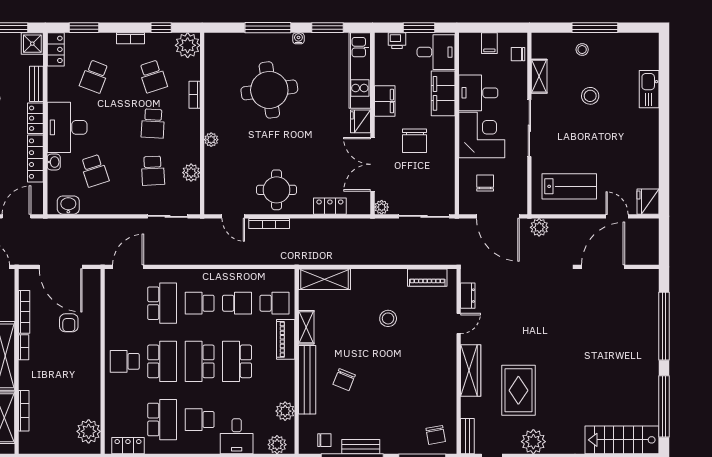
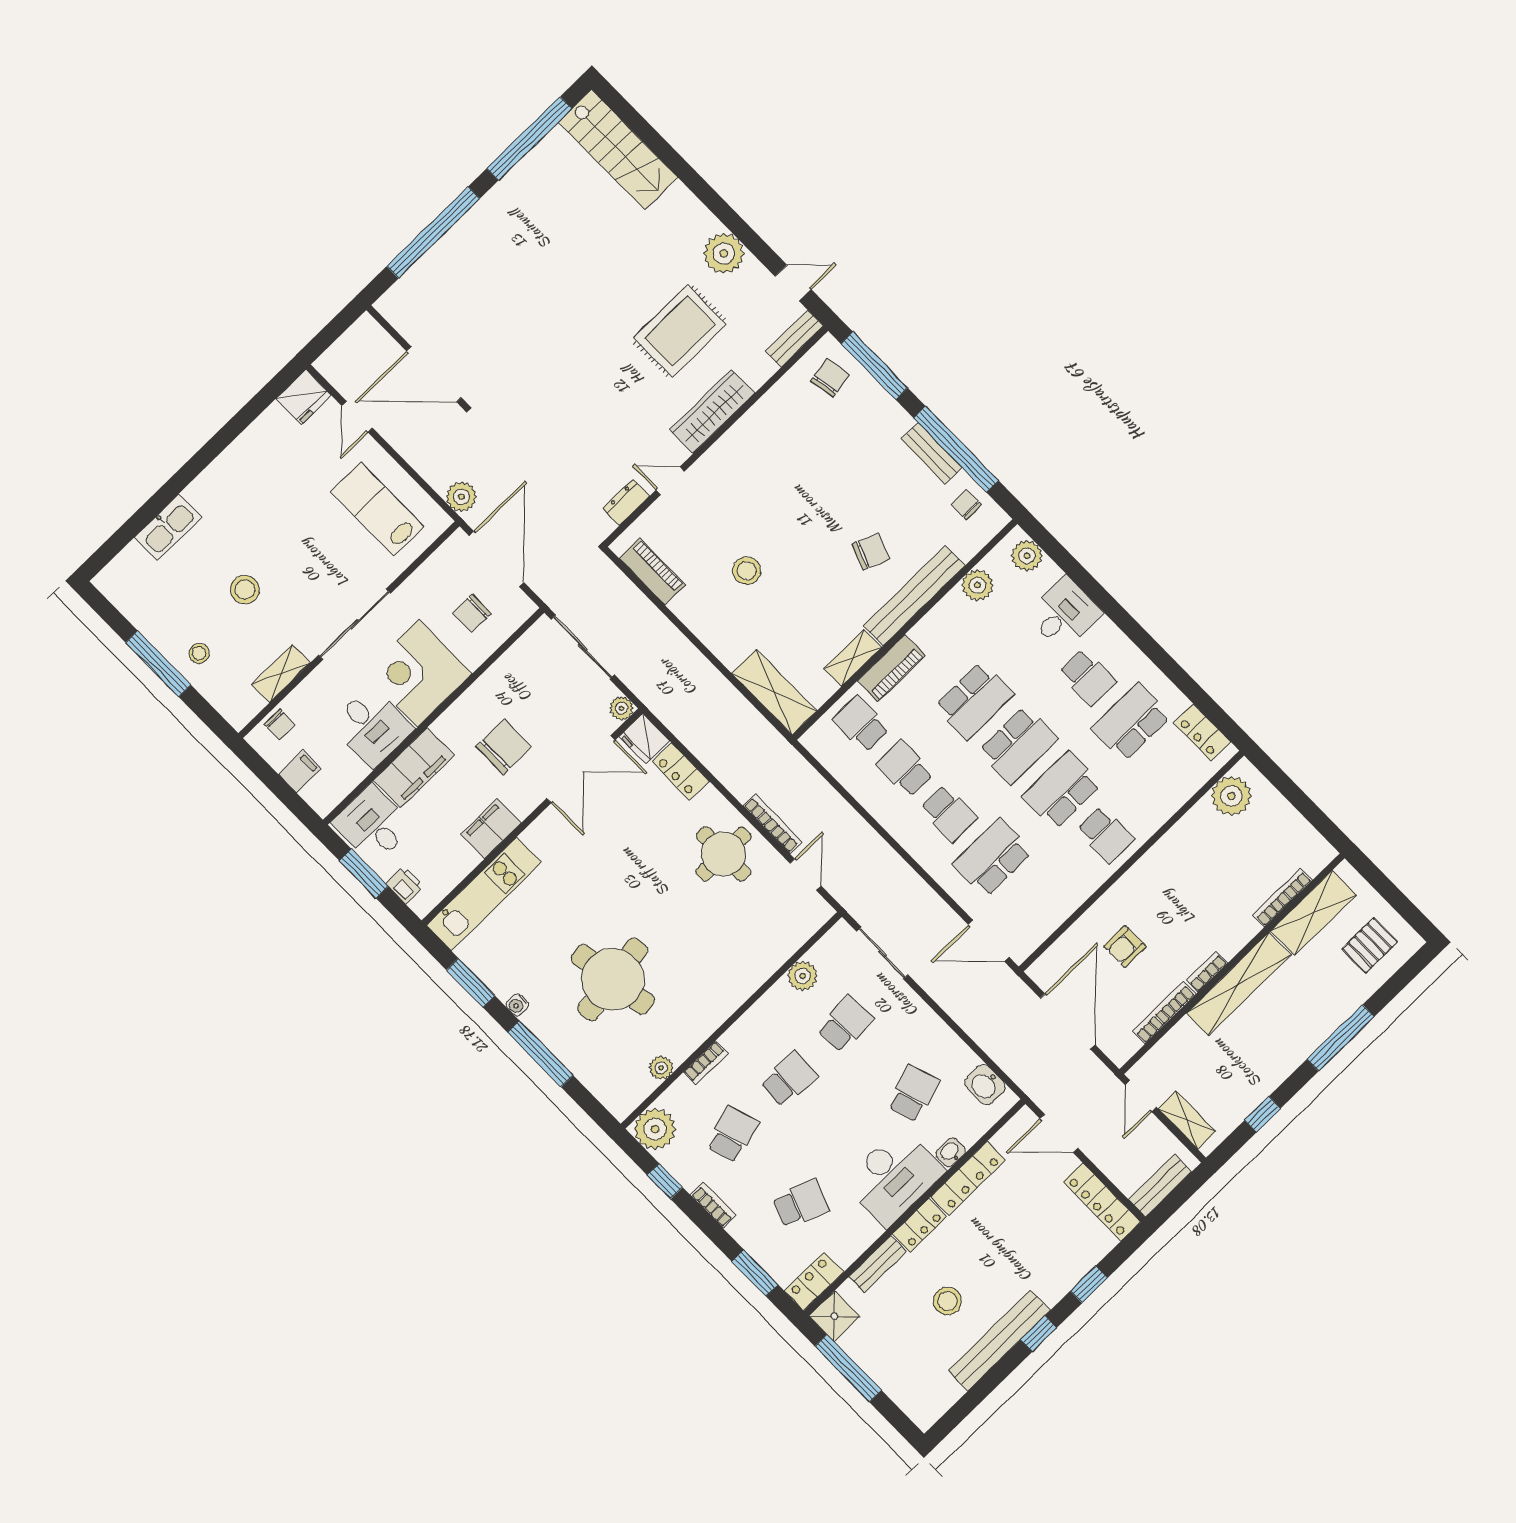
fridge: (361, 121) -> (645, 739), moved, turned 90
plant: (211, 140) -> (661, 1068), moved
armchair: (69, 323) -> (1125, 946), turned 180

